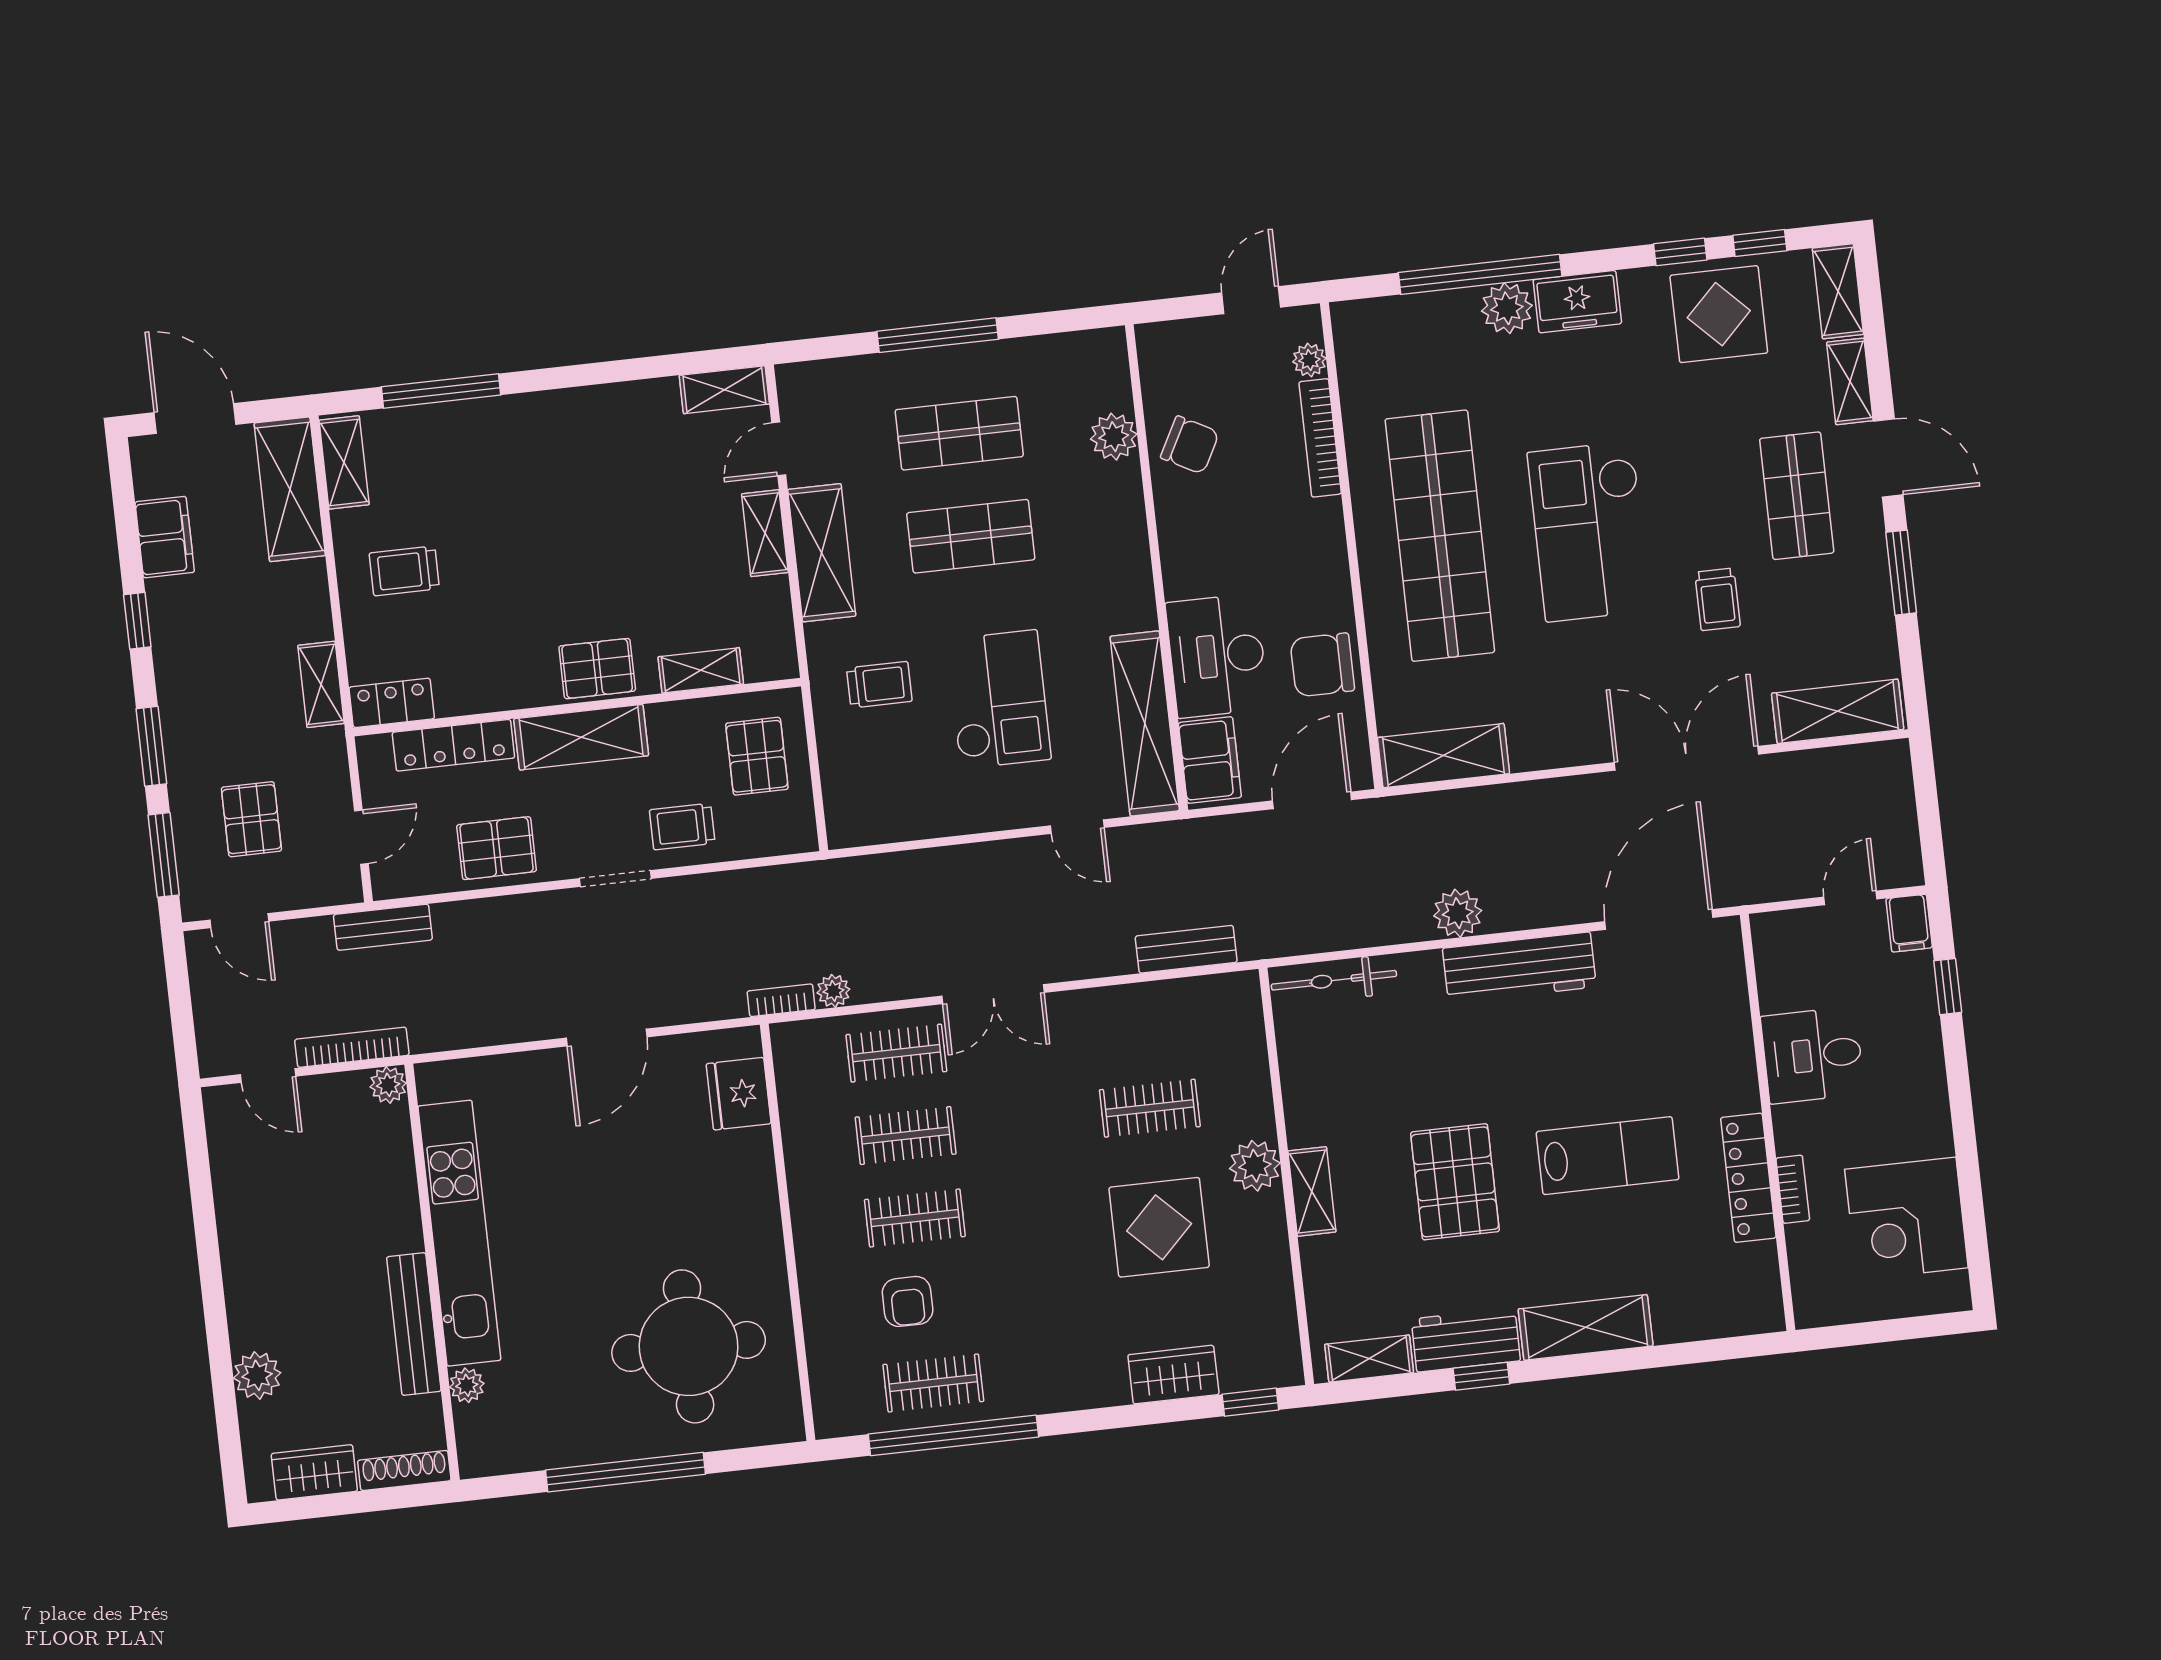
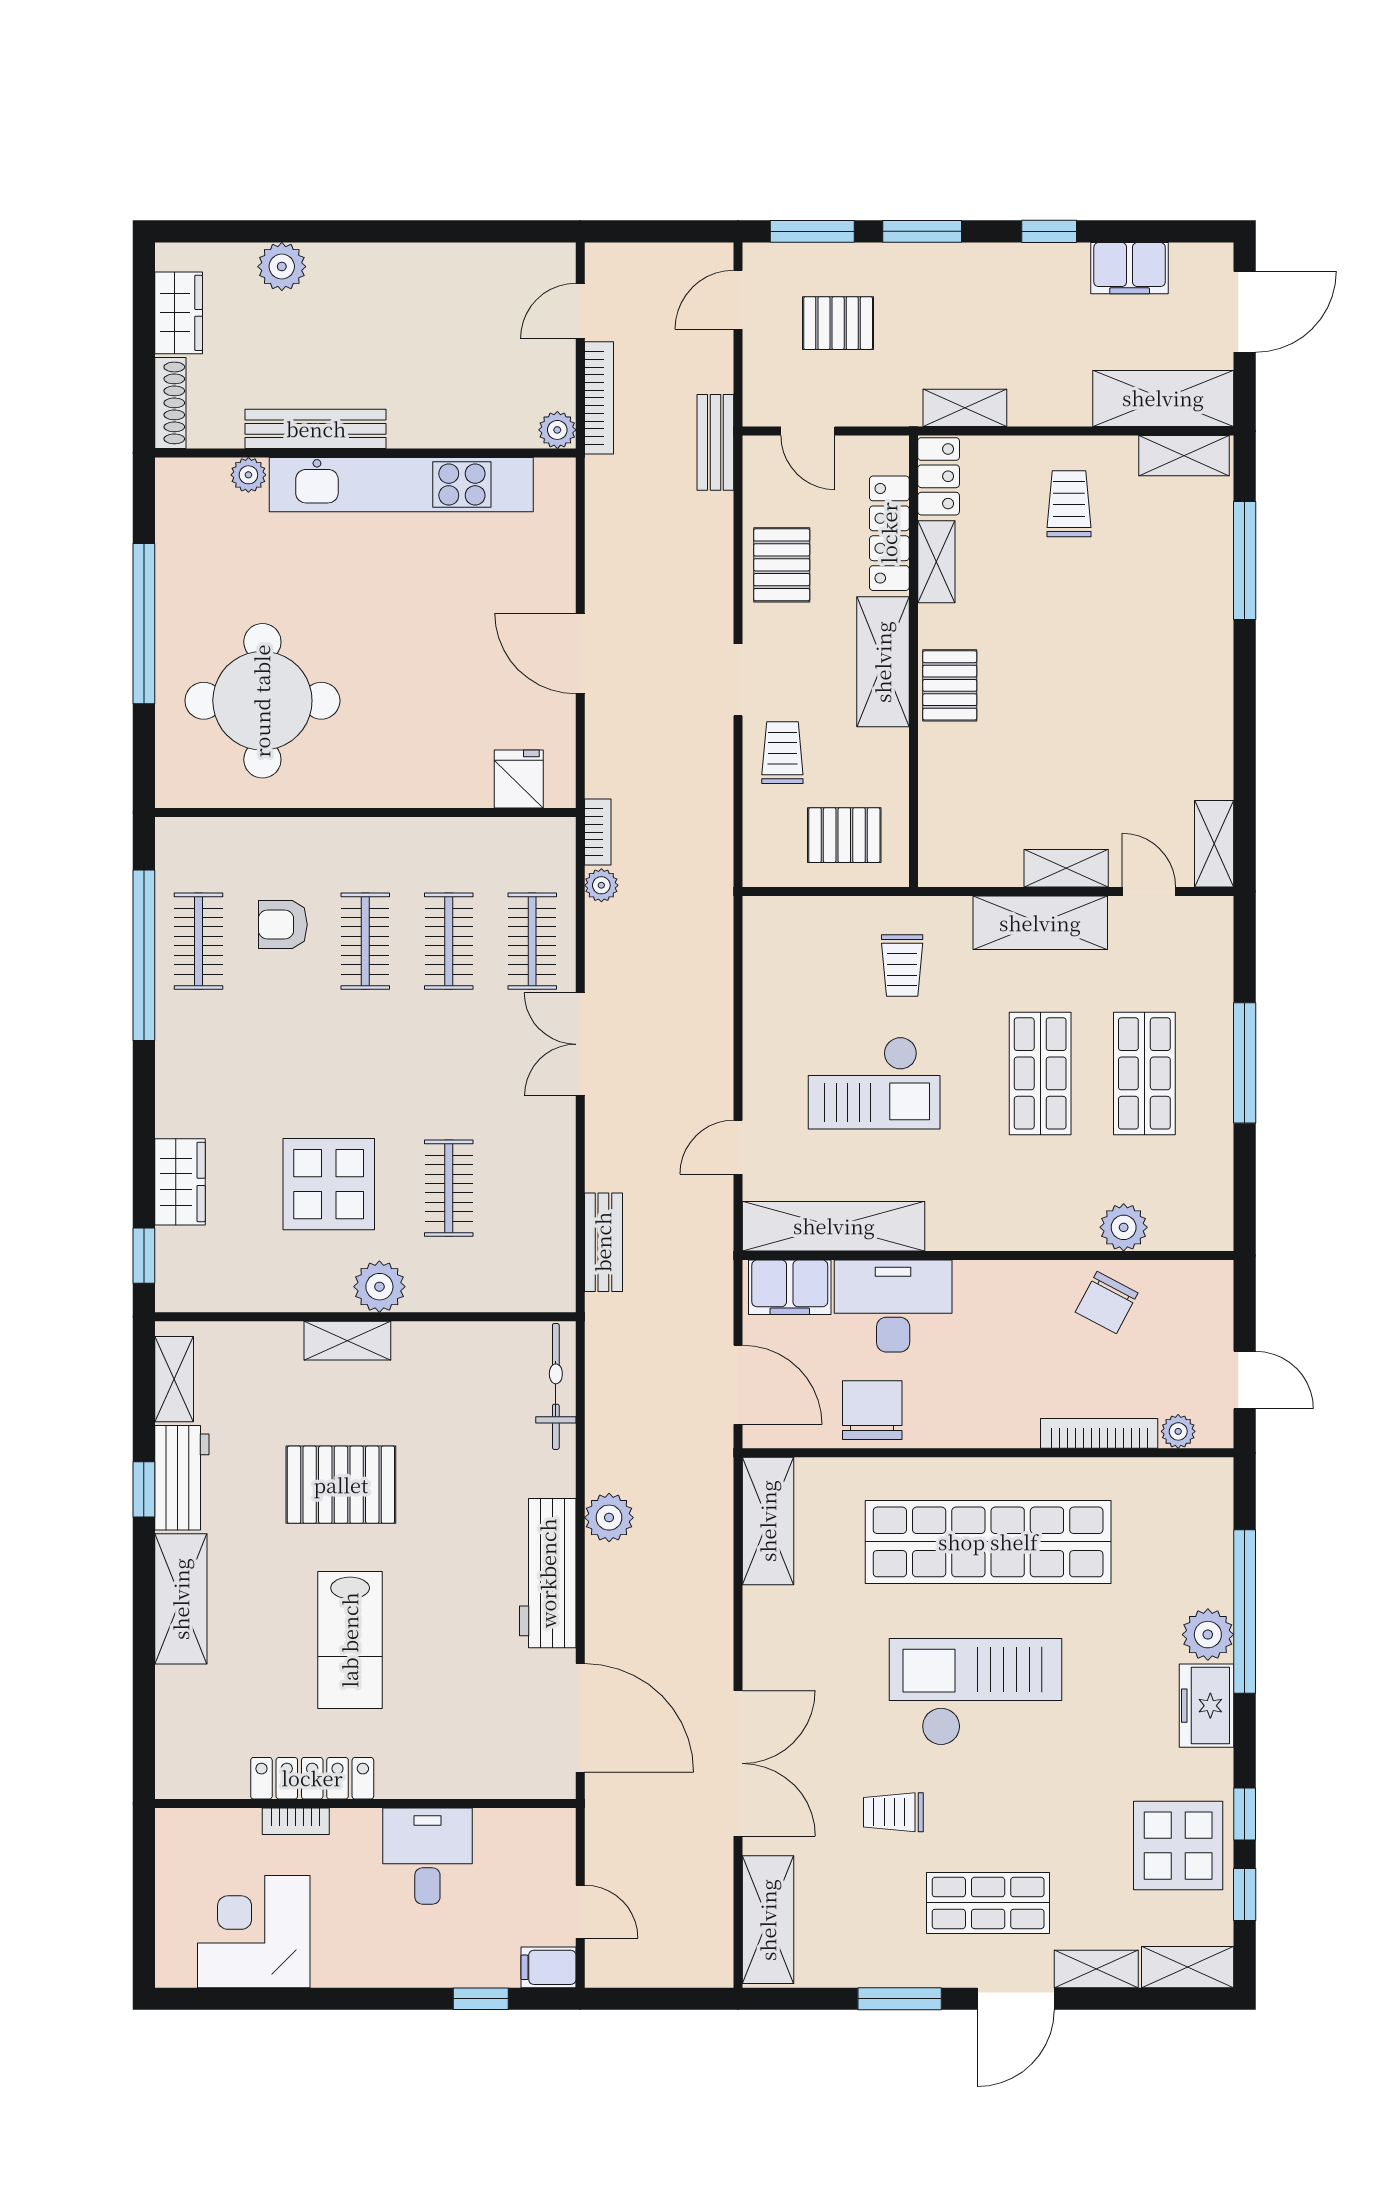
shelving: (701, 670) -> (936, 562), moved
fridge: (739, 1094) -> (519, 779), width x0.72

